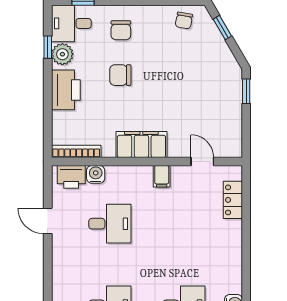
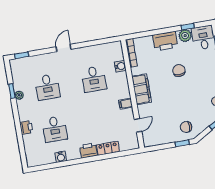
chair: (121, 30) -> (186, 127), moved
printer: (71, 177) -> (88, 150), moved, turned 90
locker: (233, 200) -> (108, 148), moved
door: (48, 221) -> (64, 48), moved

